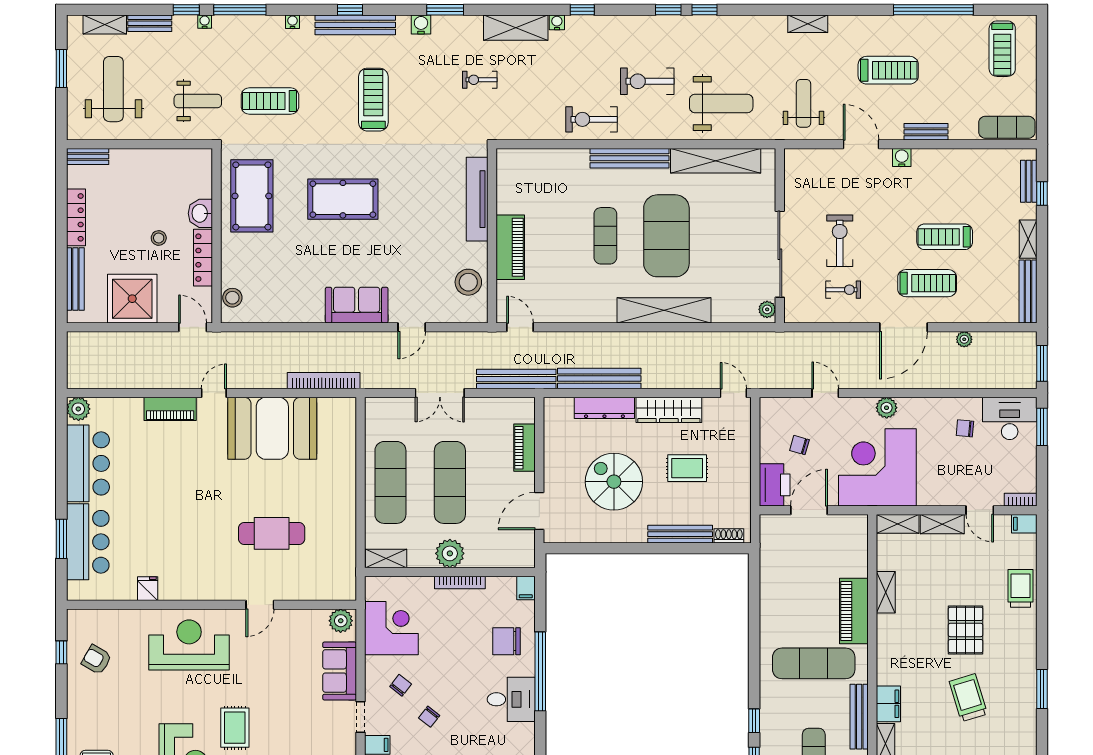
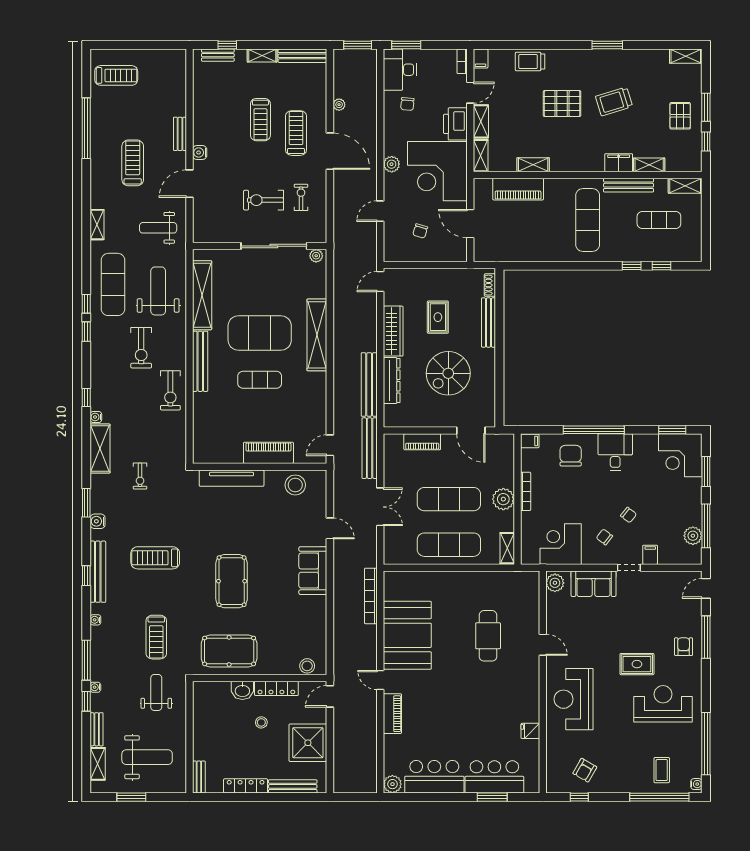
weight bench: (113, 89) -> (147, 757), turned 180
exercise mat: (1007, 127) -> (113, 284), moved, width x1.36, depth x1.45
printer: (775, 485) -> (455, 124), moved, turned -90
piano: (854, 611) -> (518, 189), moved
chair: (507, 641) -> (571, 456), turned 180

